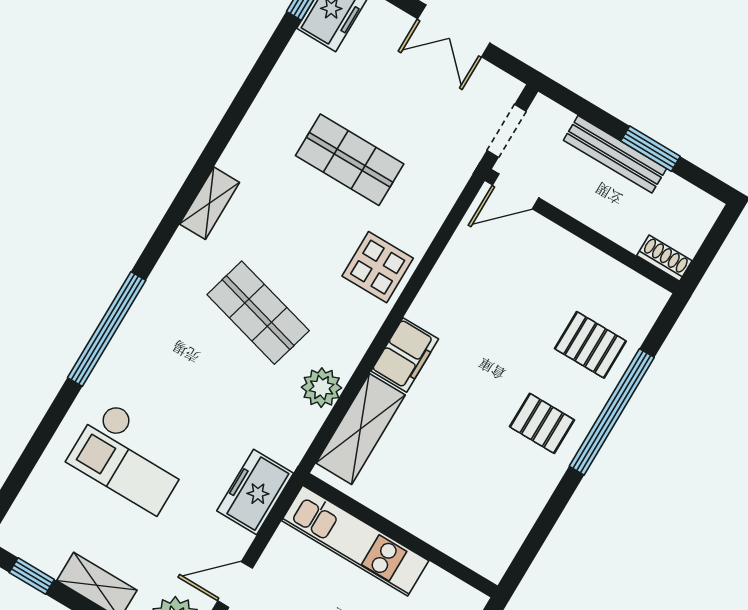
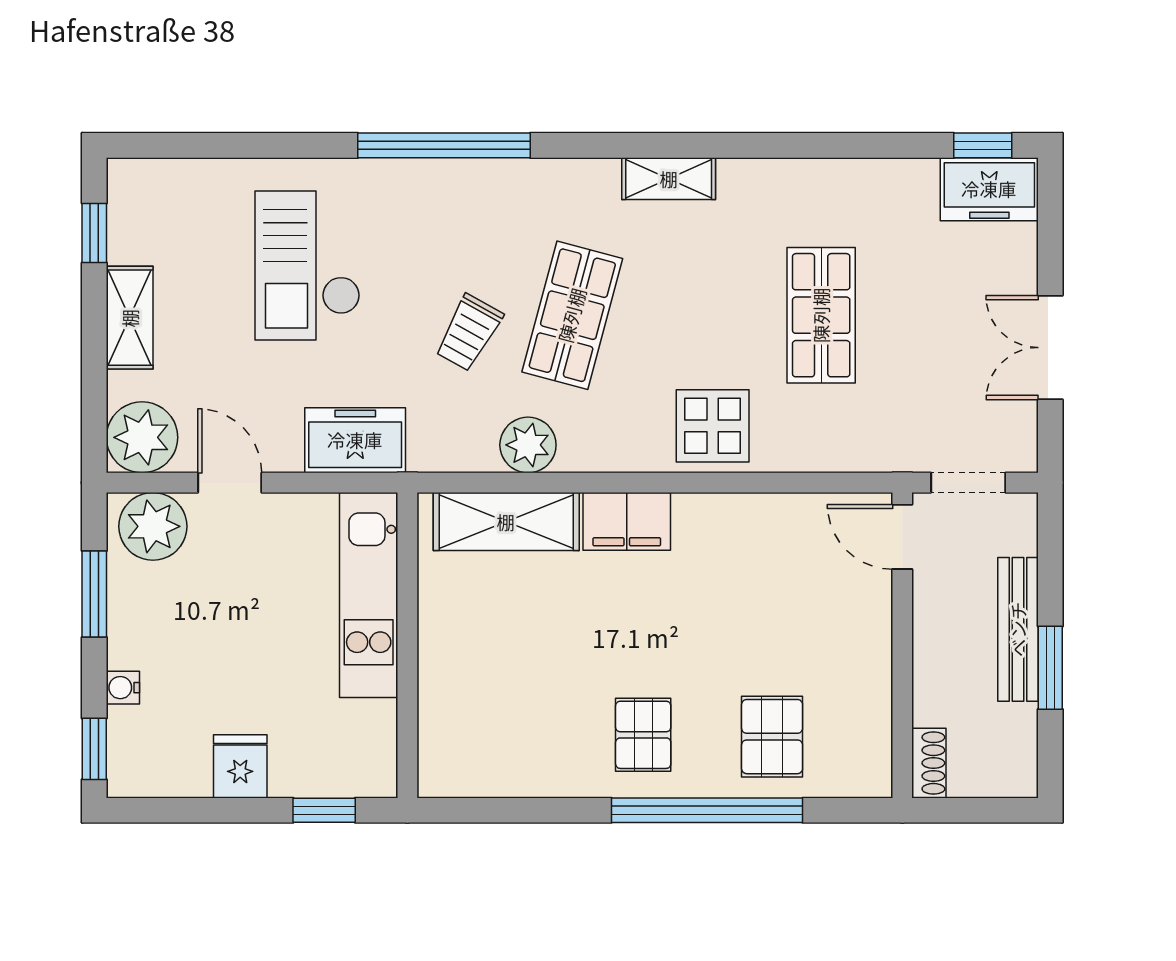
trolley: (231, 383) -> (469, 333), added

